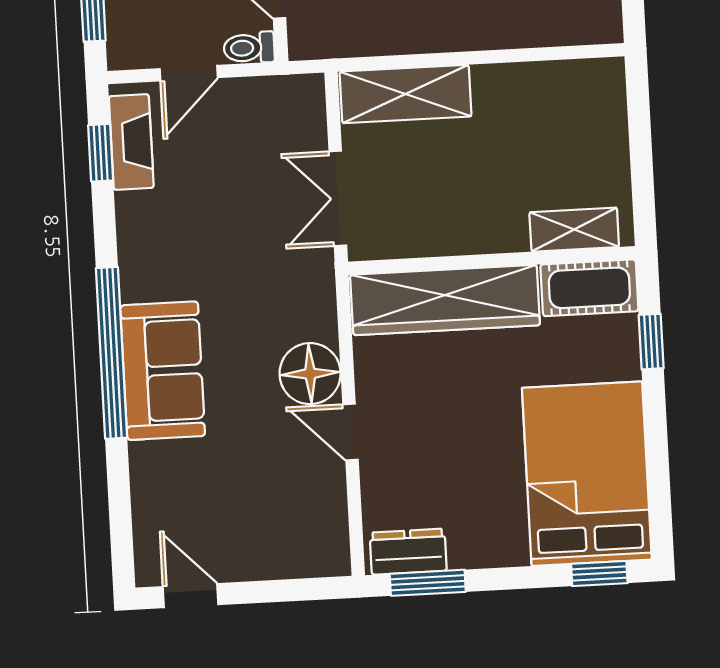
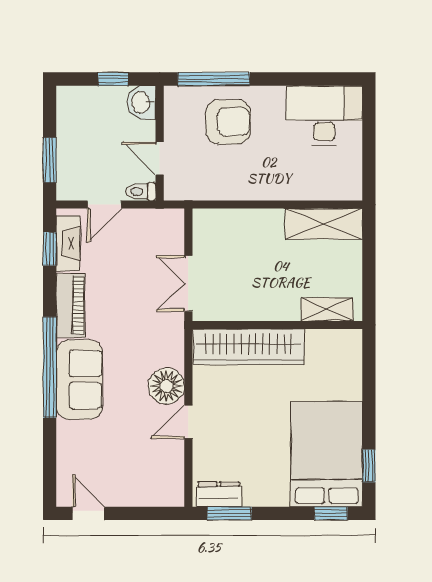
shelving: (405, 94) -> (324, 224), moved
piano: (141, 246) -> (71, 305), added
cot: (589, 288) -> (334, 344), removed
window: (651, 342) -> (369, 466), moved
door: (350, 432) -> (188, 422), hinge flipped

